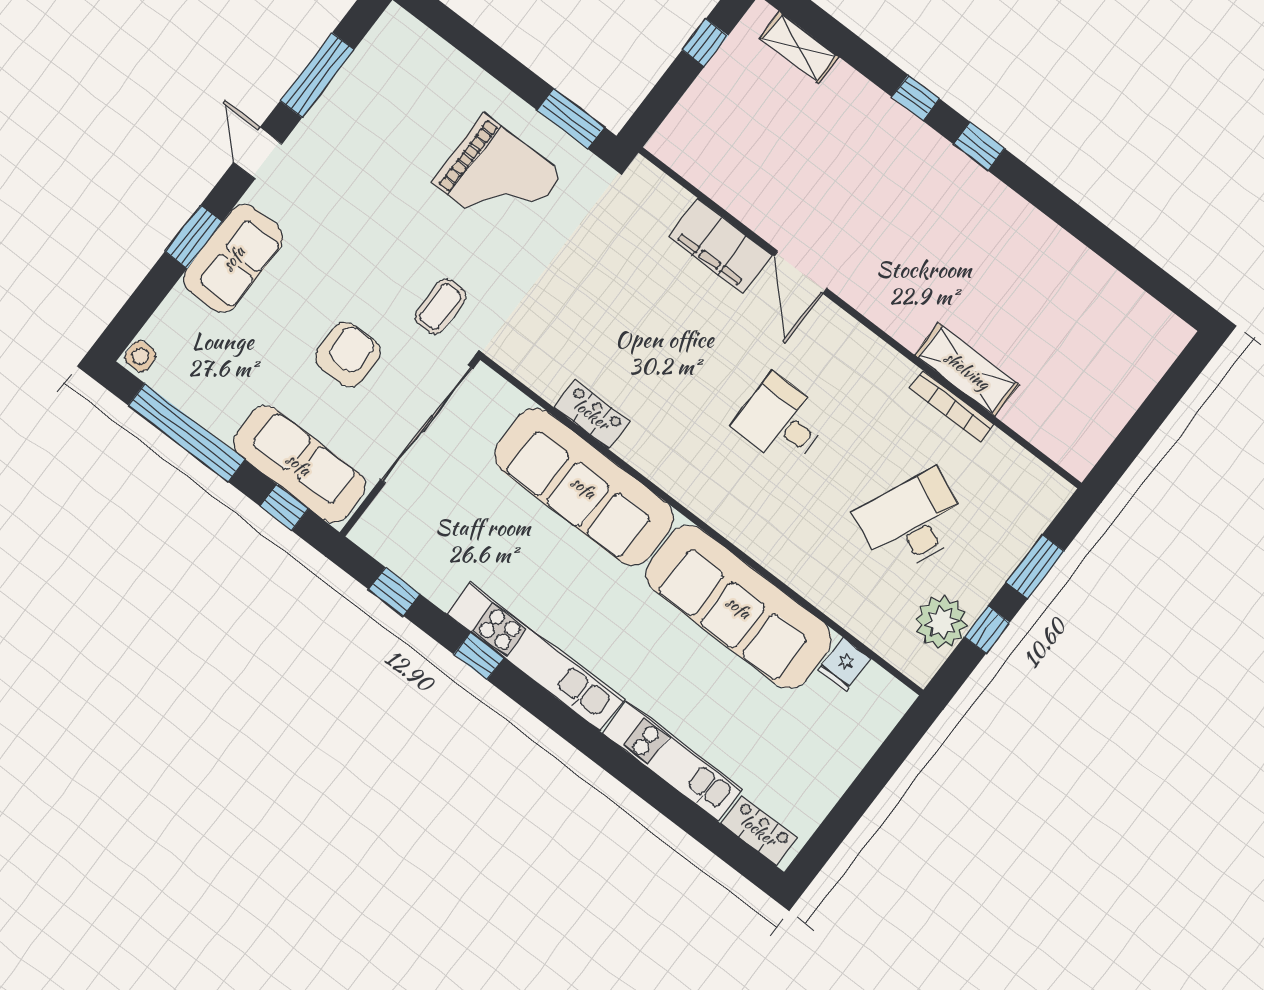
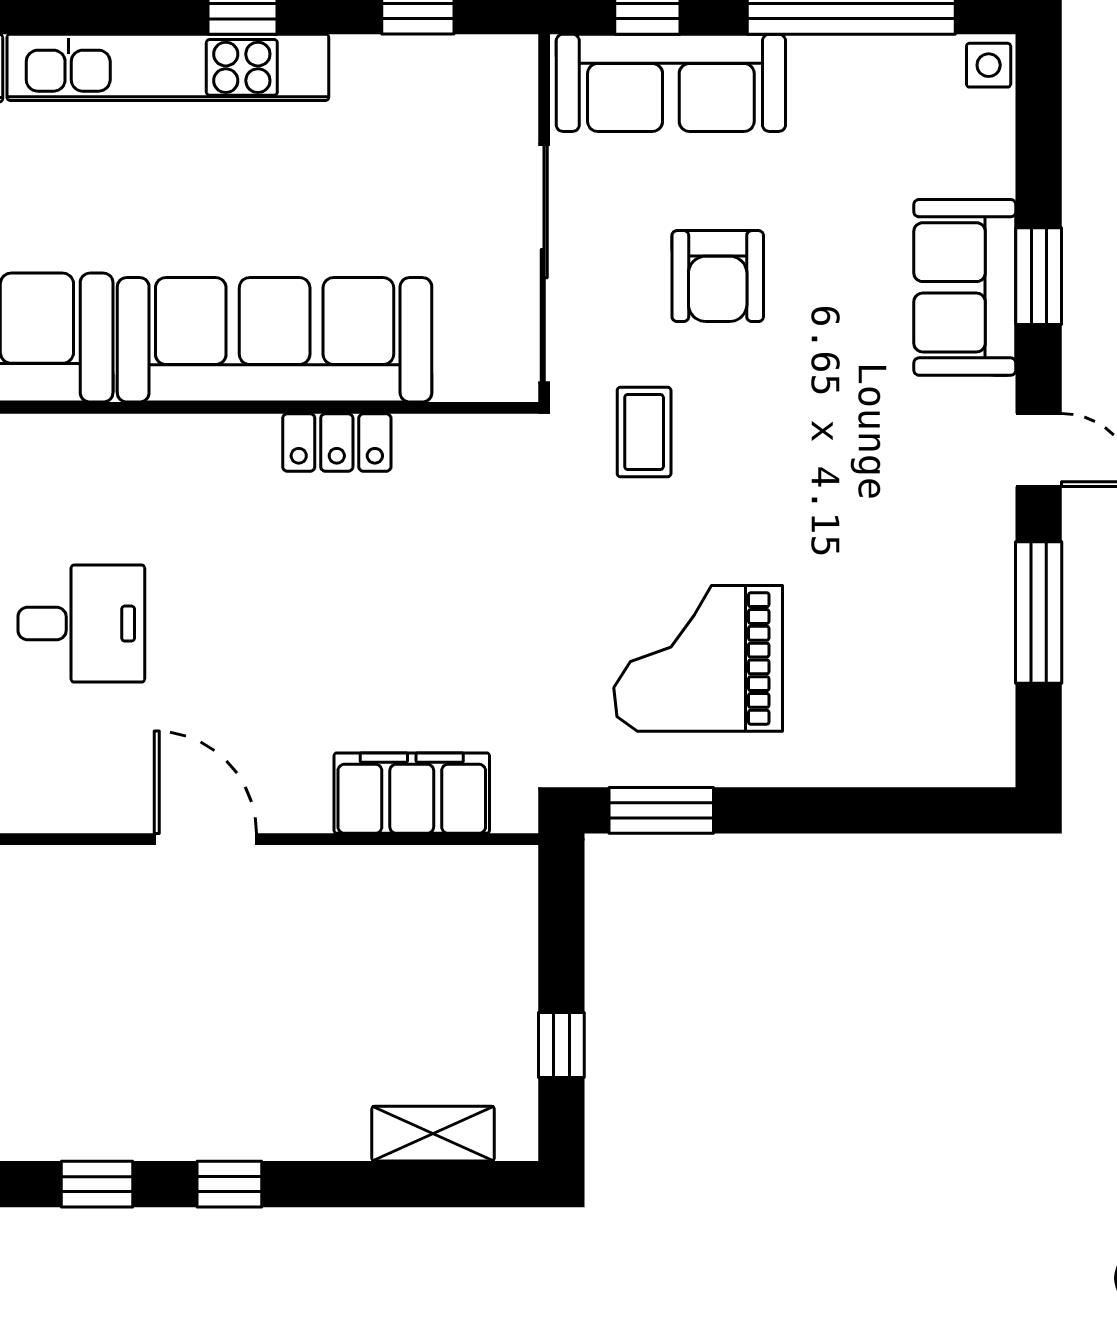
filing cabinet: (720, 246) -> (412, 793), moved

